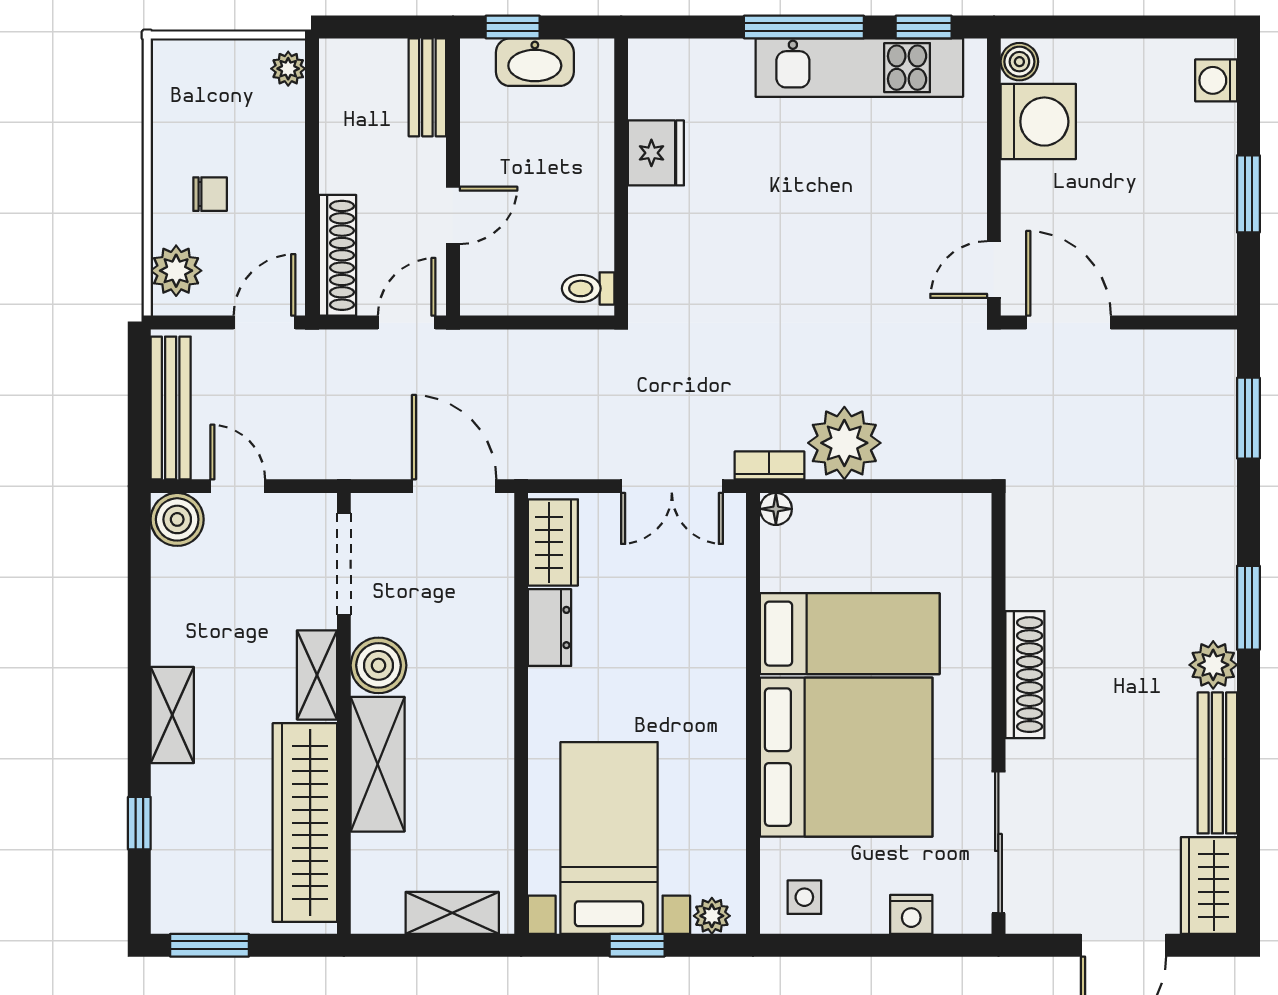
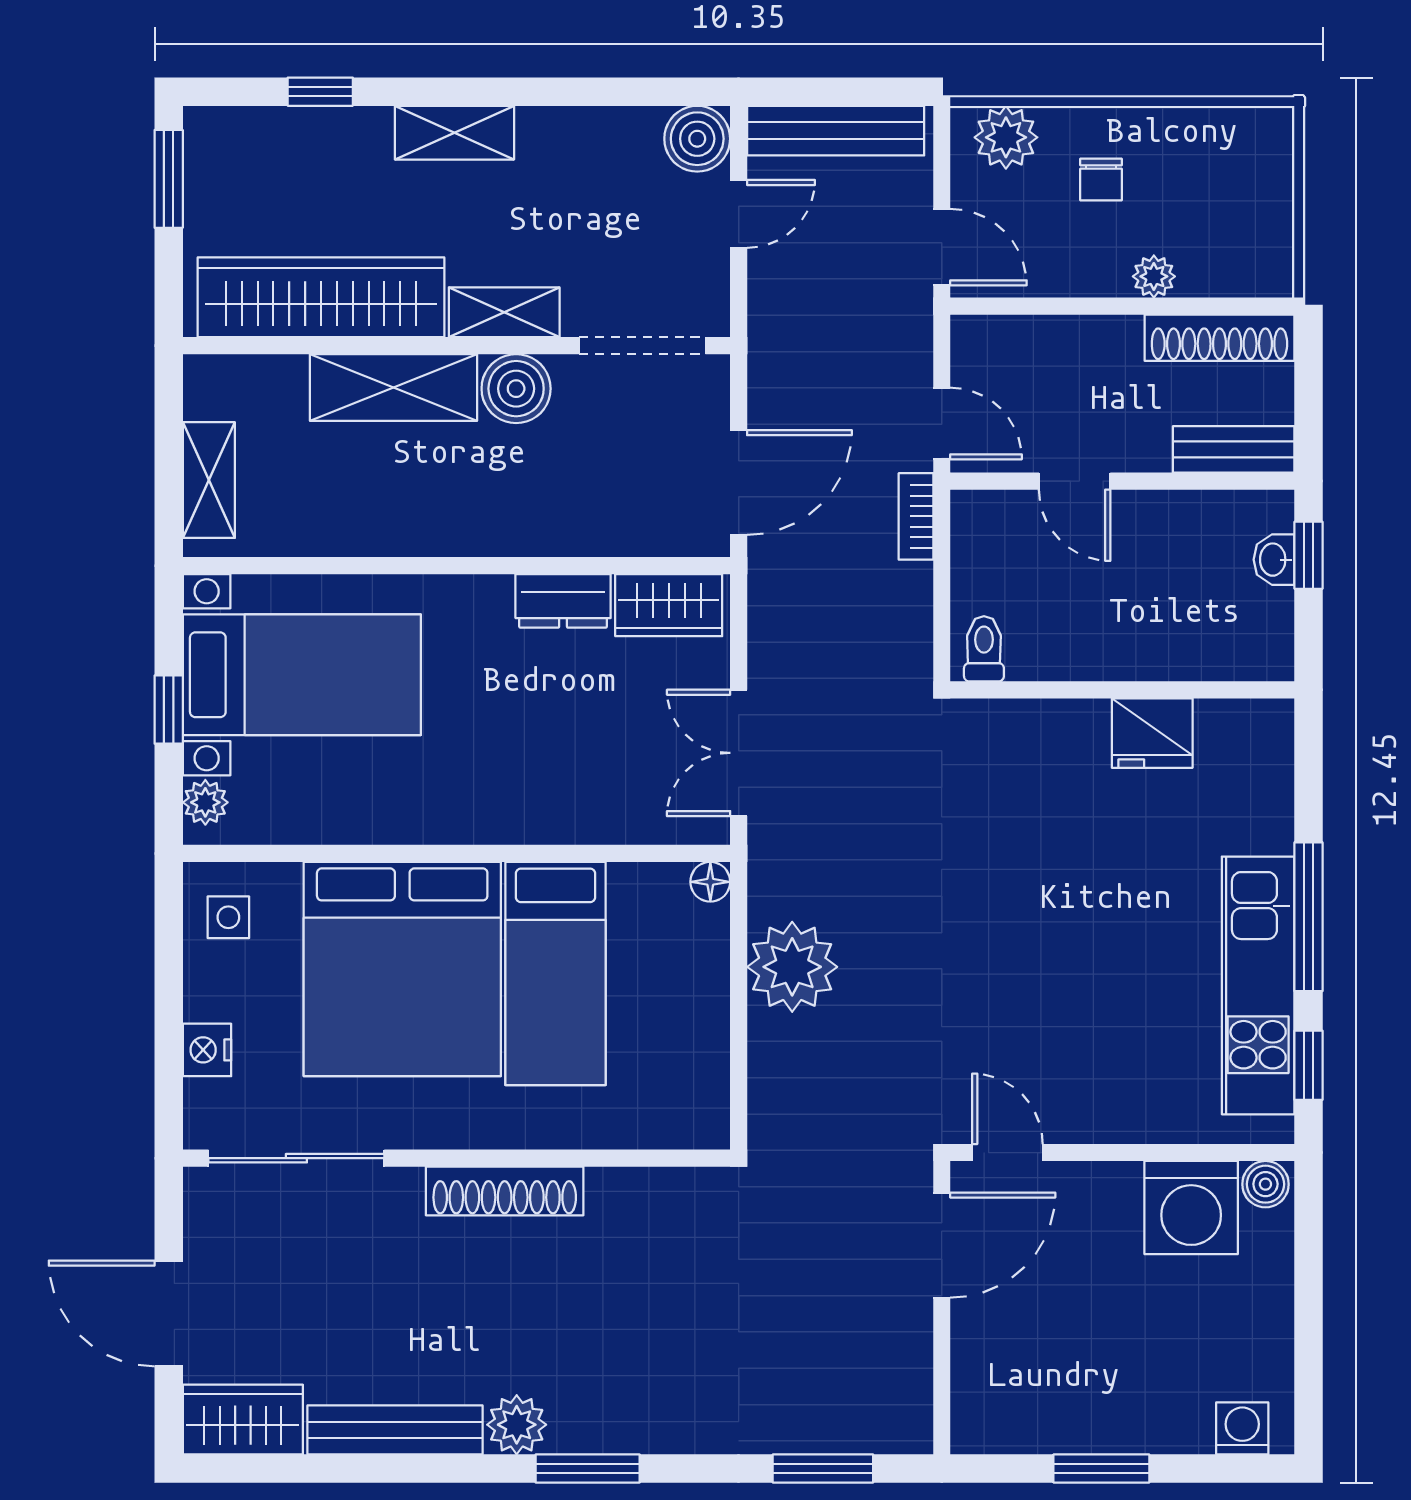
washbasin: (535, 62) -> (1274, 560), width x0.52, depth x0.69
plant: (288, 69) -> (1154, 276), moved
shoe rack: (337, 255) -> (1219, 338), moved
bookcase: (769, 465) -> (916, 516), moved, turned 180

